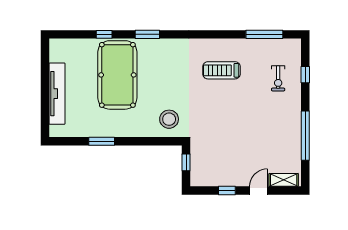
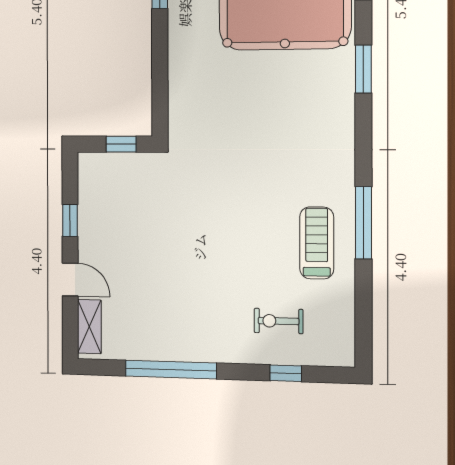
window: (264, 34) -> (363, 223), moved
treadmill: (221, 70) -> (317, 243), moved
stool: (169, 119) -> (201, 112), removed

